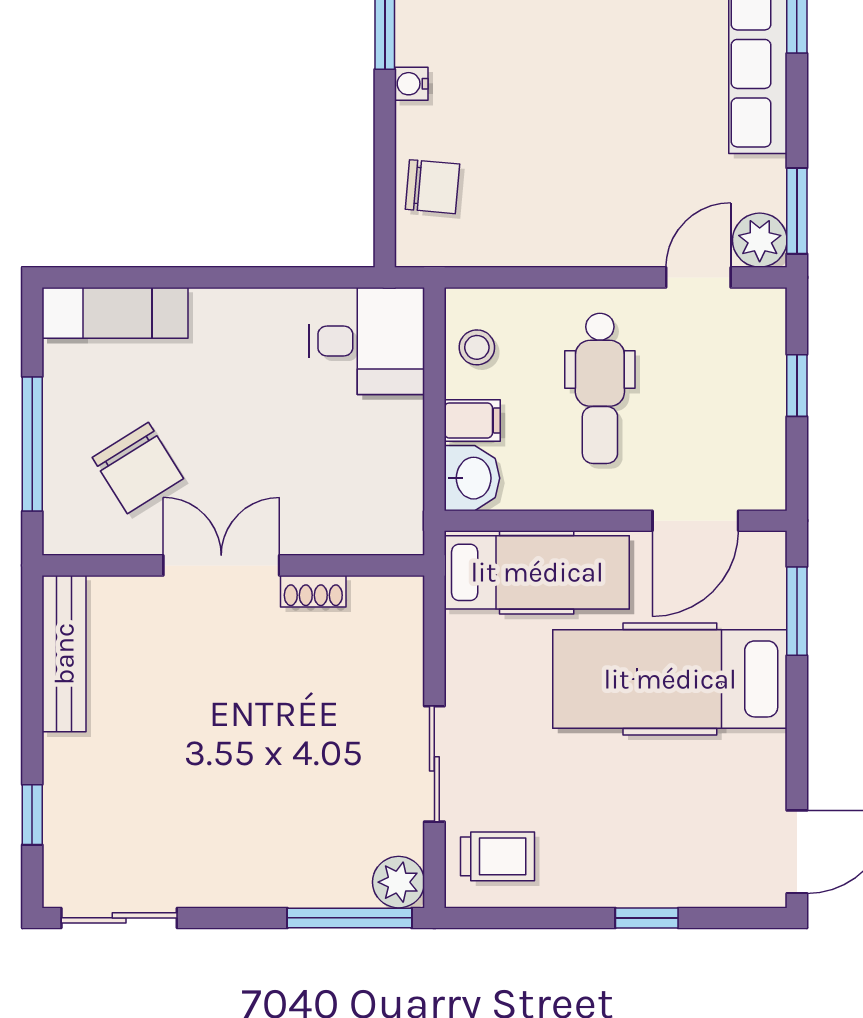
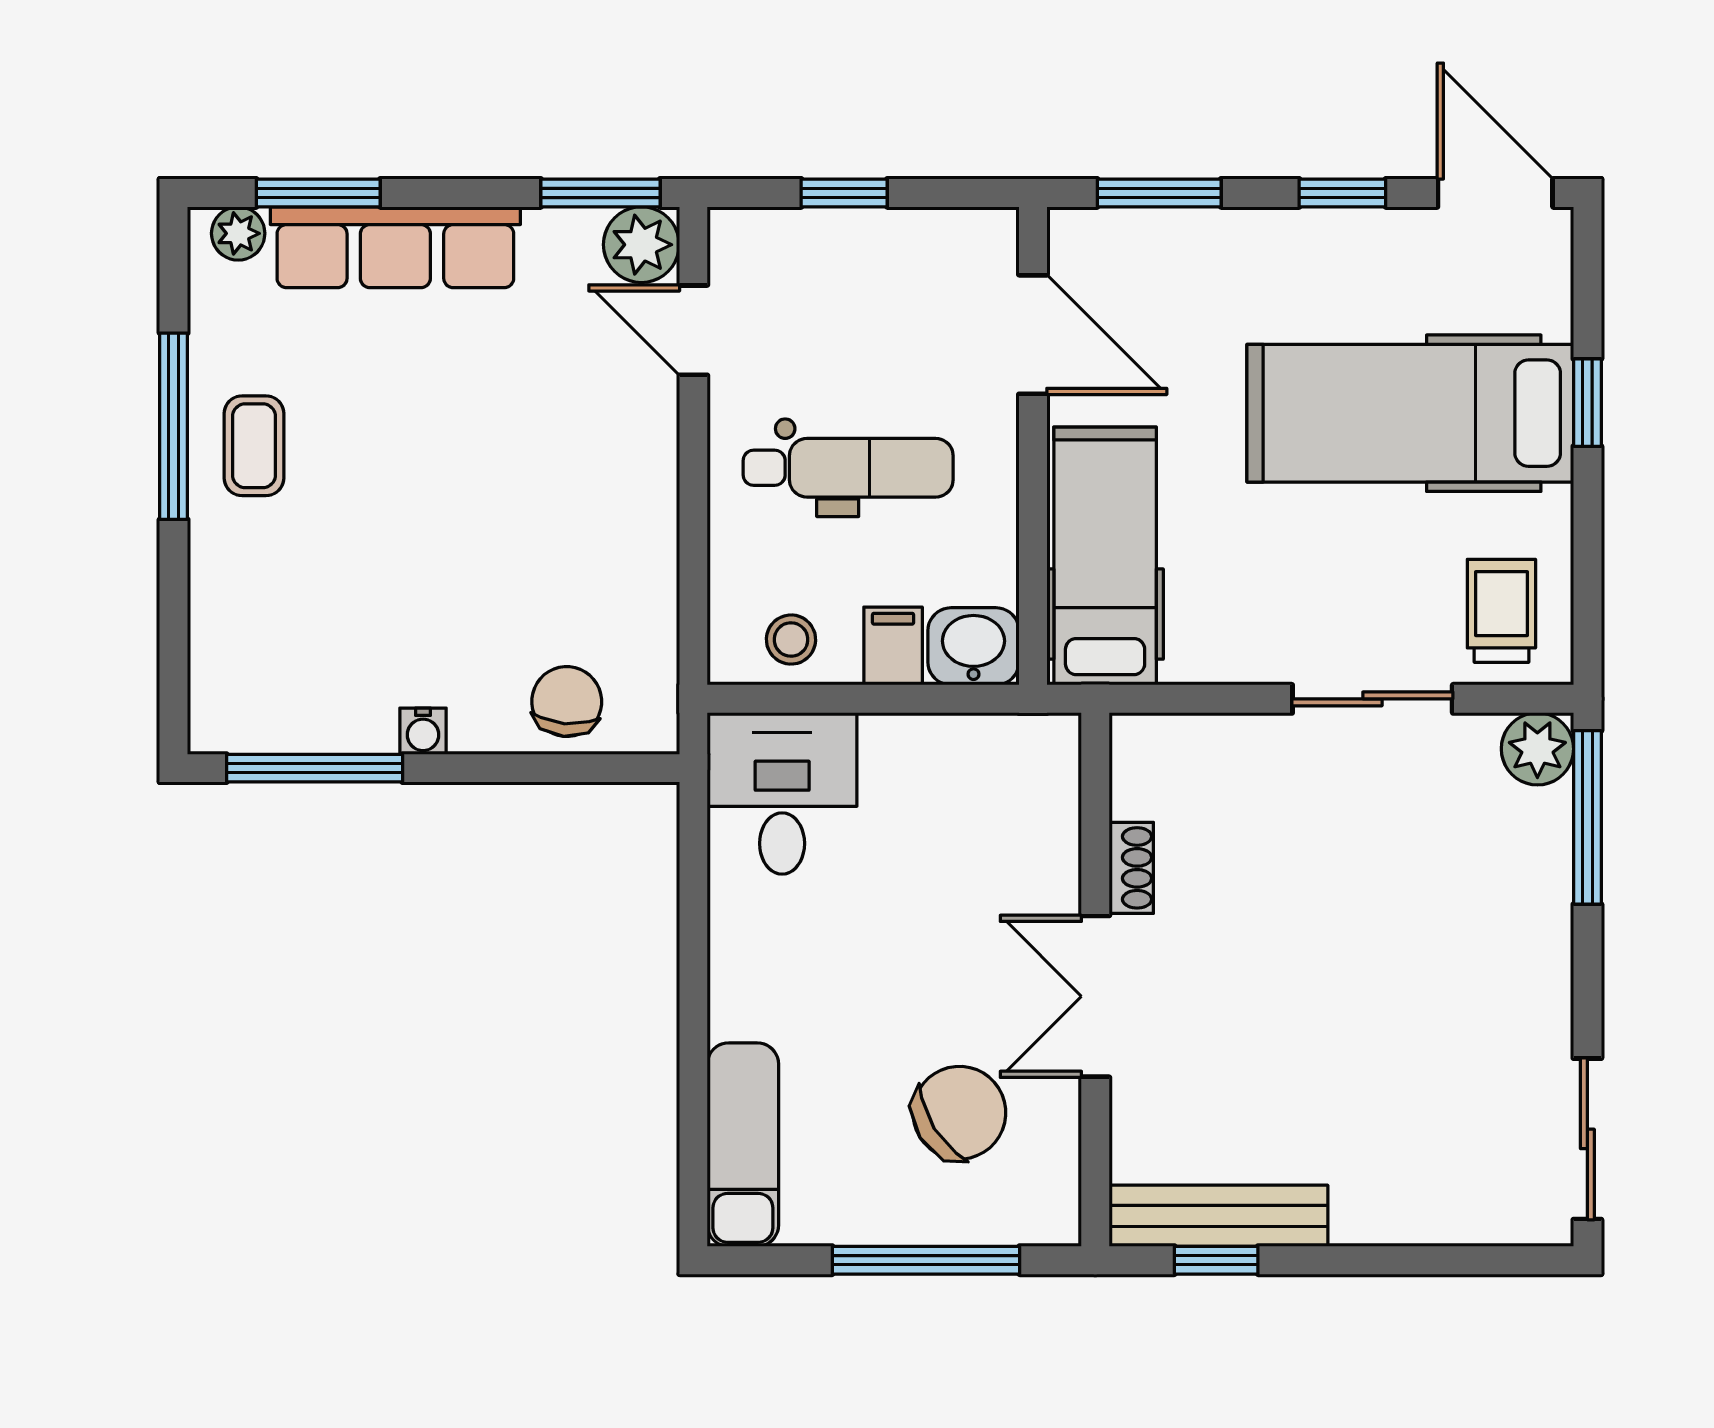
hospital bed: (670, 679) -> (1410, 413), moved, turned 90
window: (797, 742) -> (1342, 193), added
window: (32, 815) -> (1216, 1260), moved

